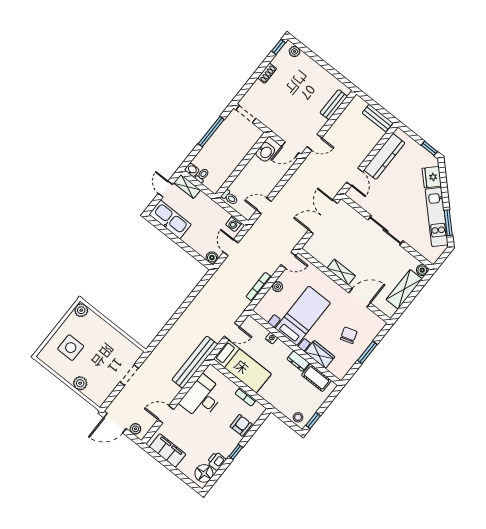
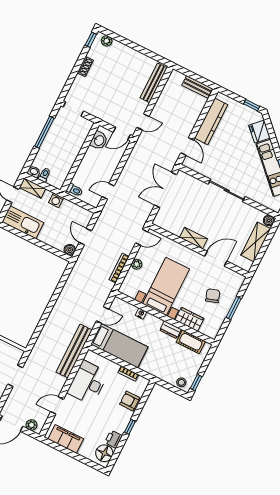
bench: (334, 105) -> (154, 83), width x1.36
washing machine: (234, 224) -> (56, 200), moved
armchair: (241, 425) -> (130, 401), turned -90

